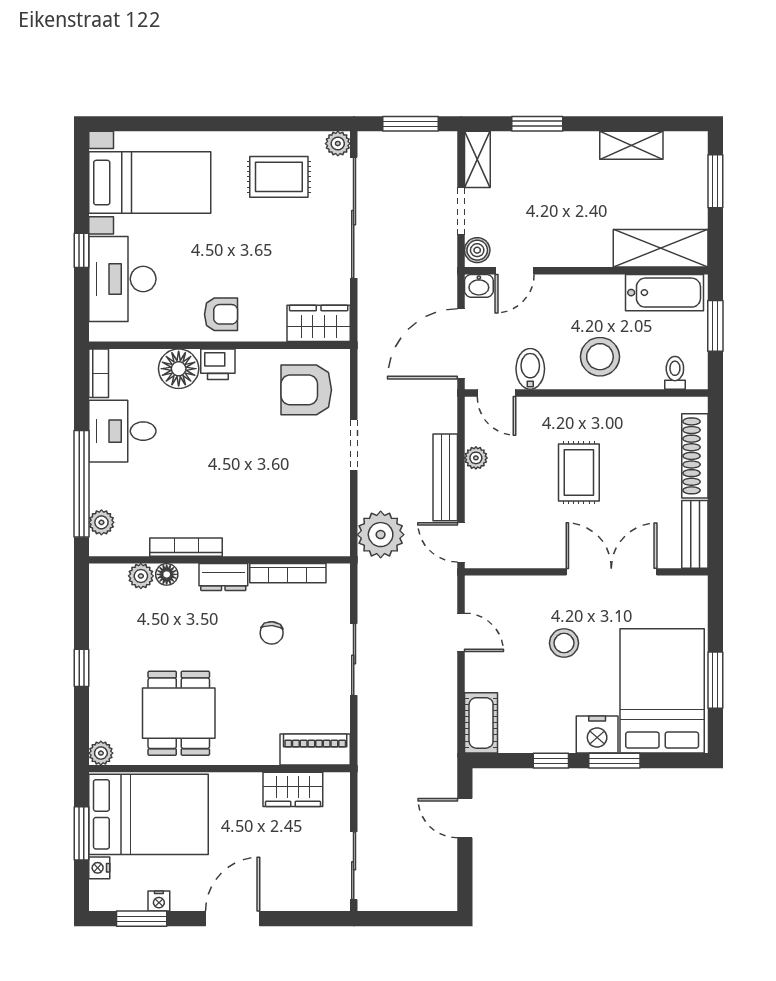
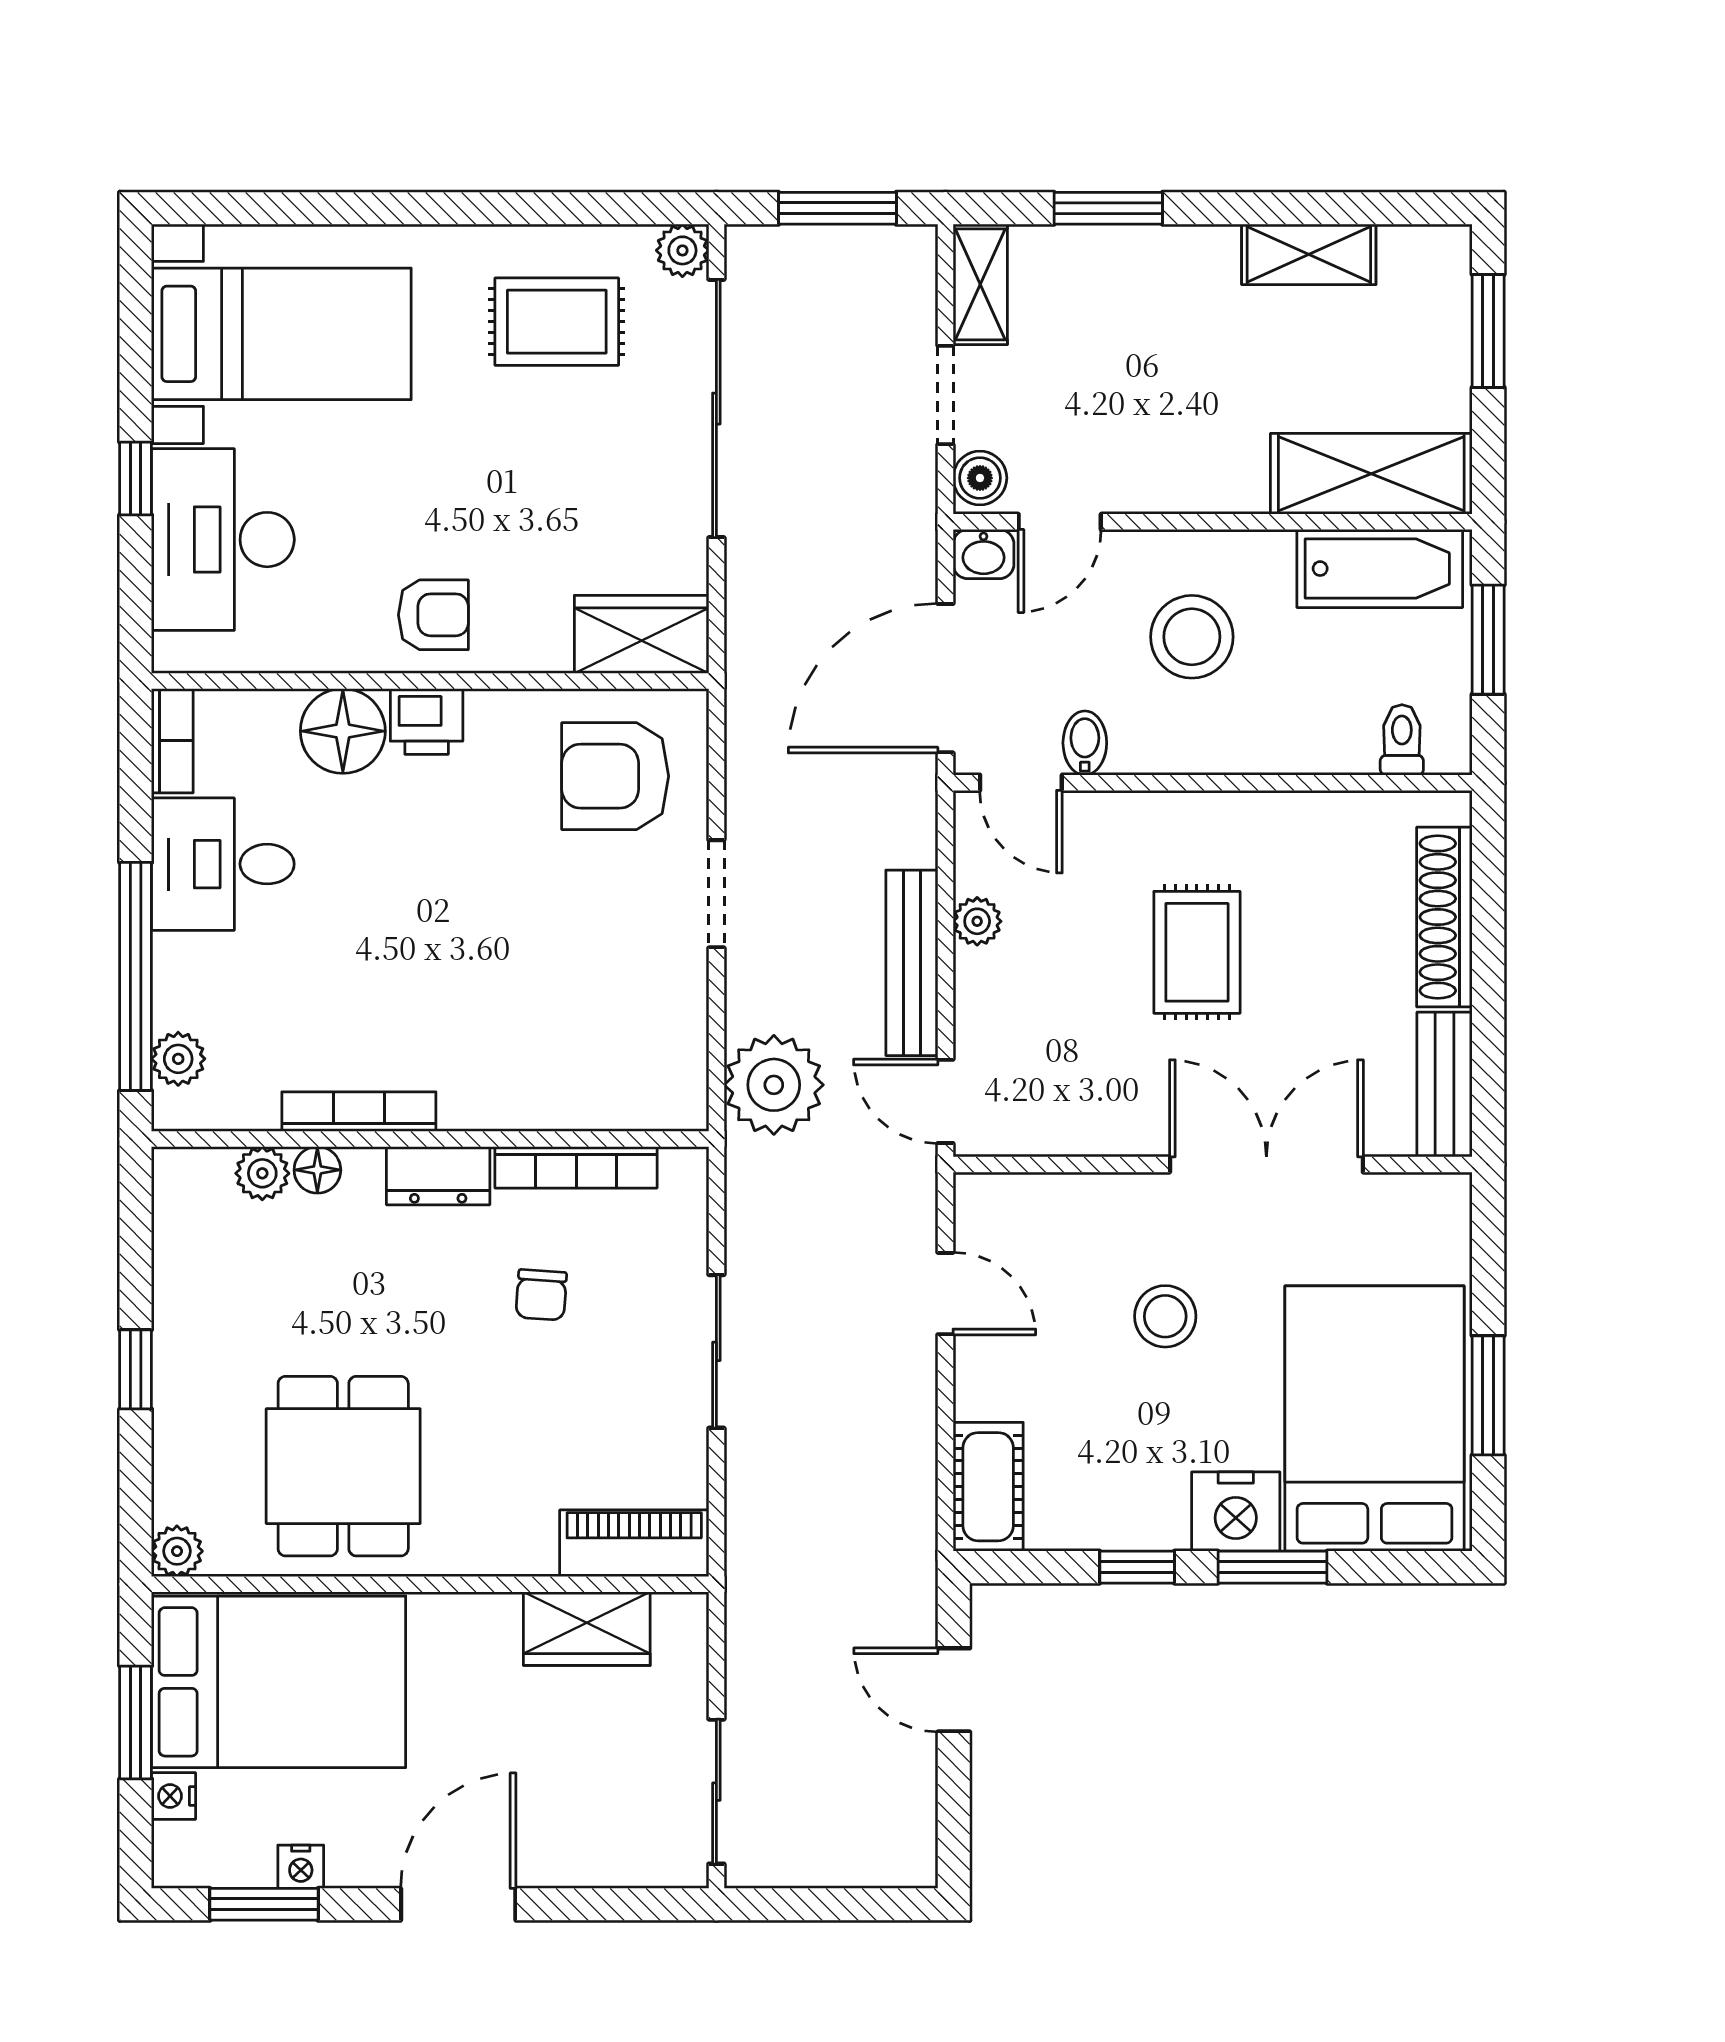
stool: (600, 357) -> (1192, 637), moved
bidet: (530, 369) -> (1085, 743), width x0.72, depth x0.74

